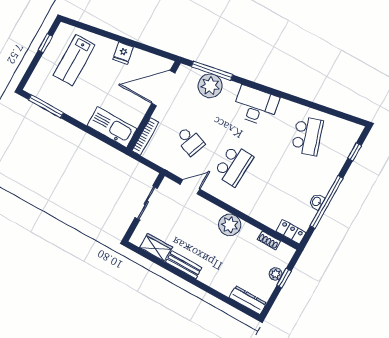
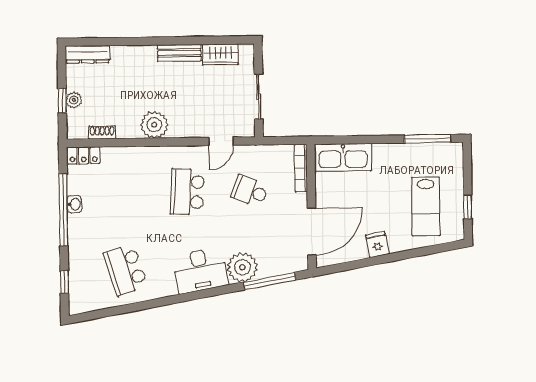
lab bench: (74, 60) -> (426, 207), turned 180
plant: (210, 86) -> (242, 267), moved

